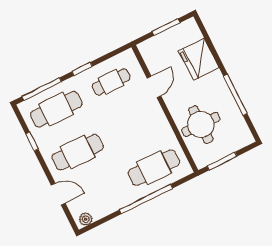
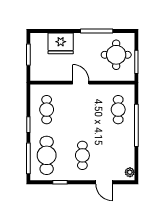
door: (154, 87) -> (81, 83), moved
round table: (201, 125) -> (116, 55), moved
cafe table: (78, 152) -> (82, 155), width x0.73, depth x0.74
cafe table: (154, 168) -> (118, 110), width x0.73, depth x0.74
door: (58, 194) -> (104, 182), swing flipped

